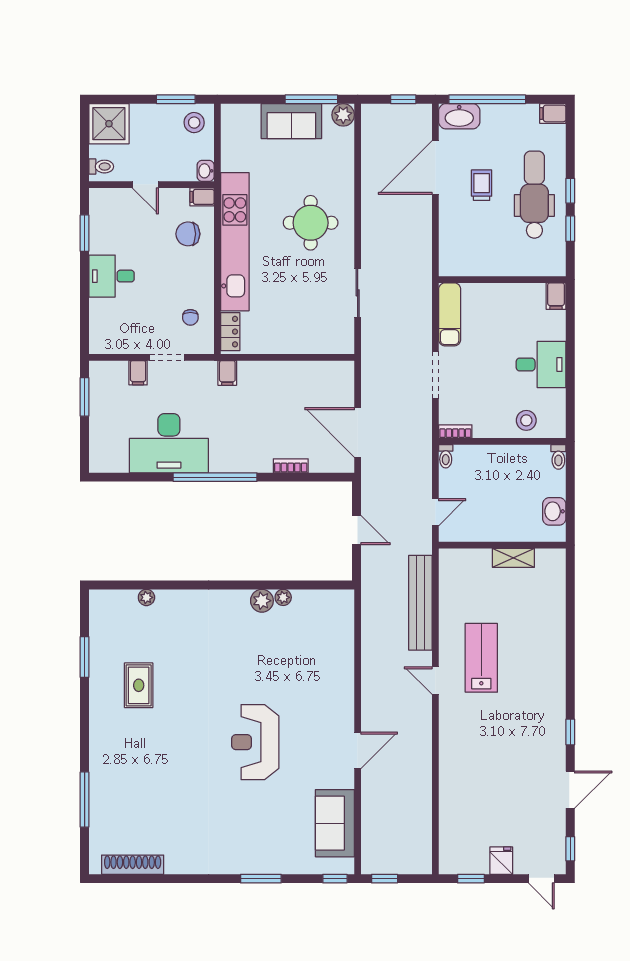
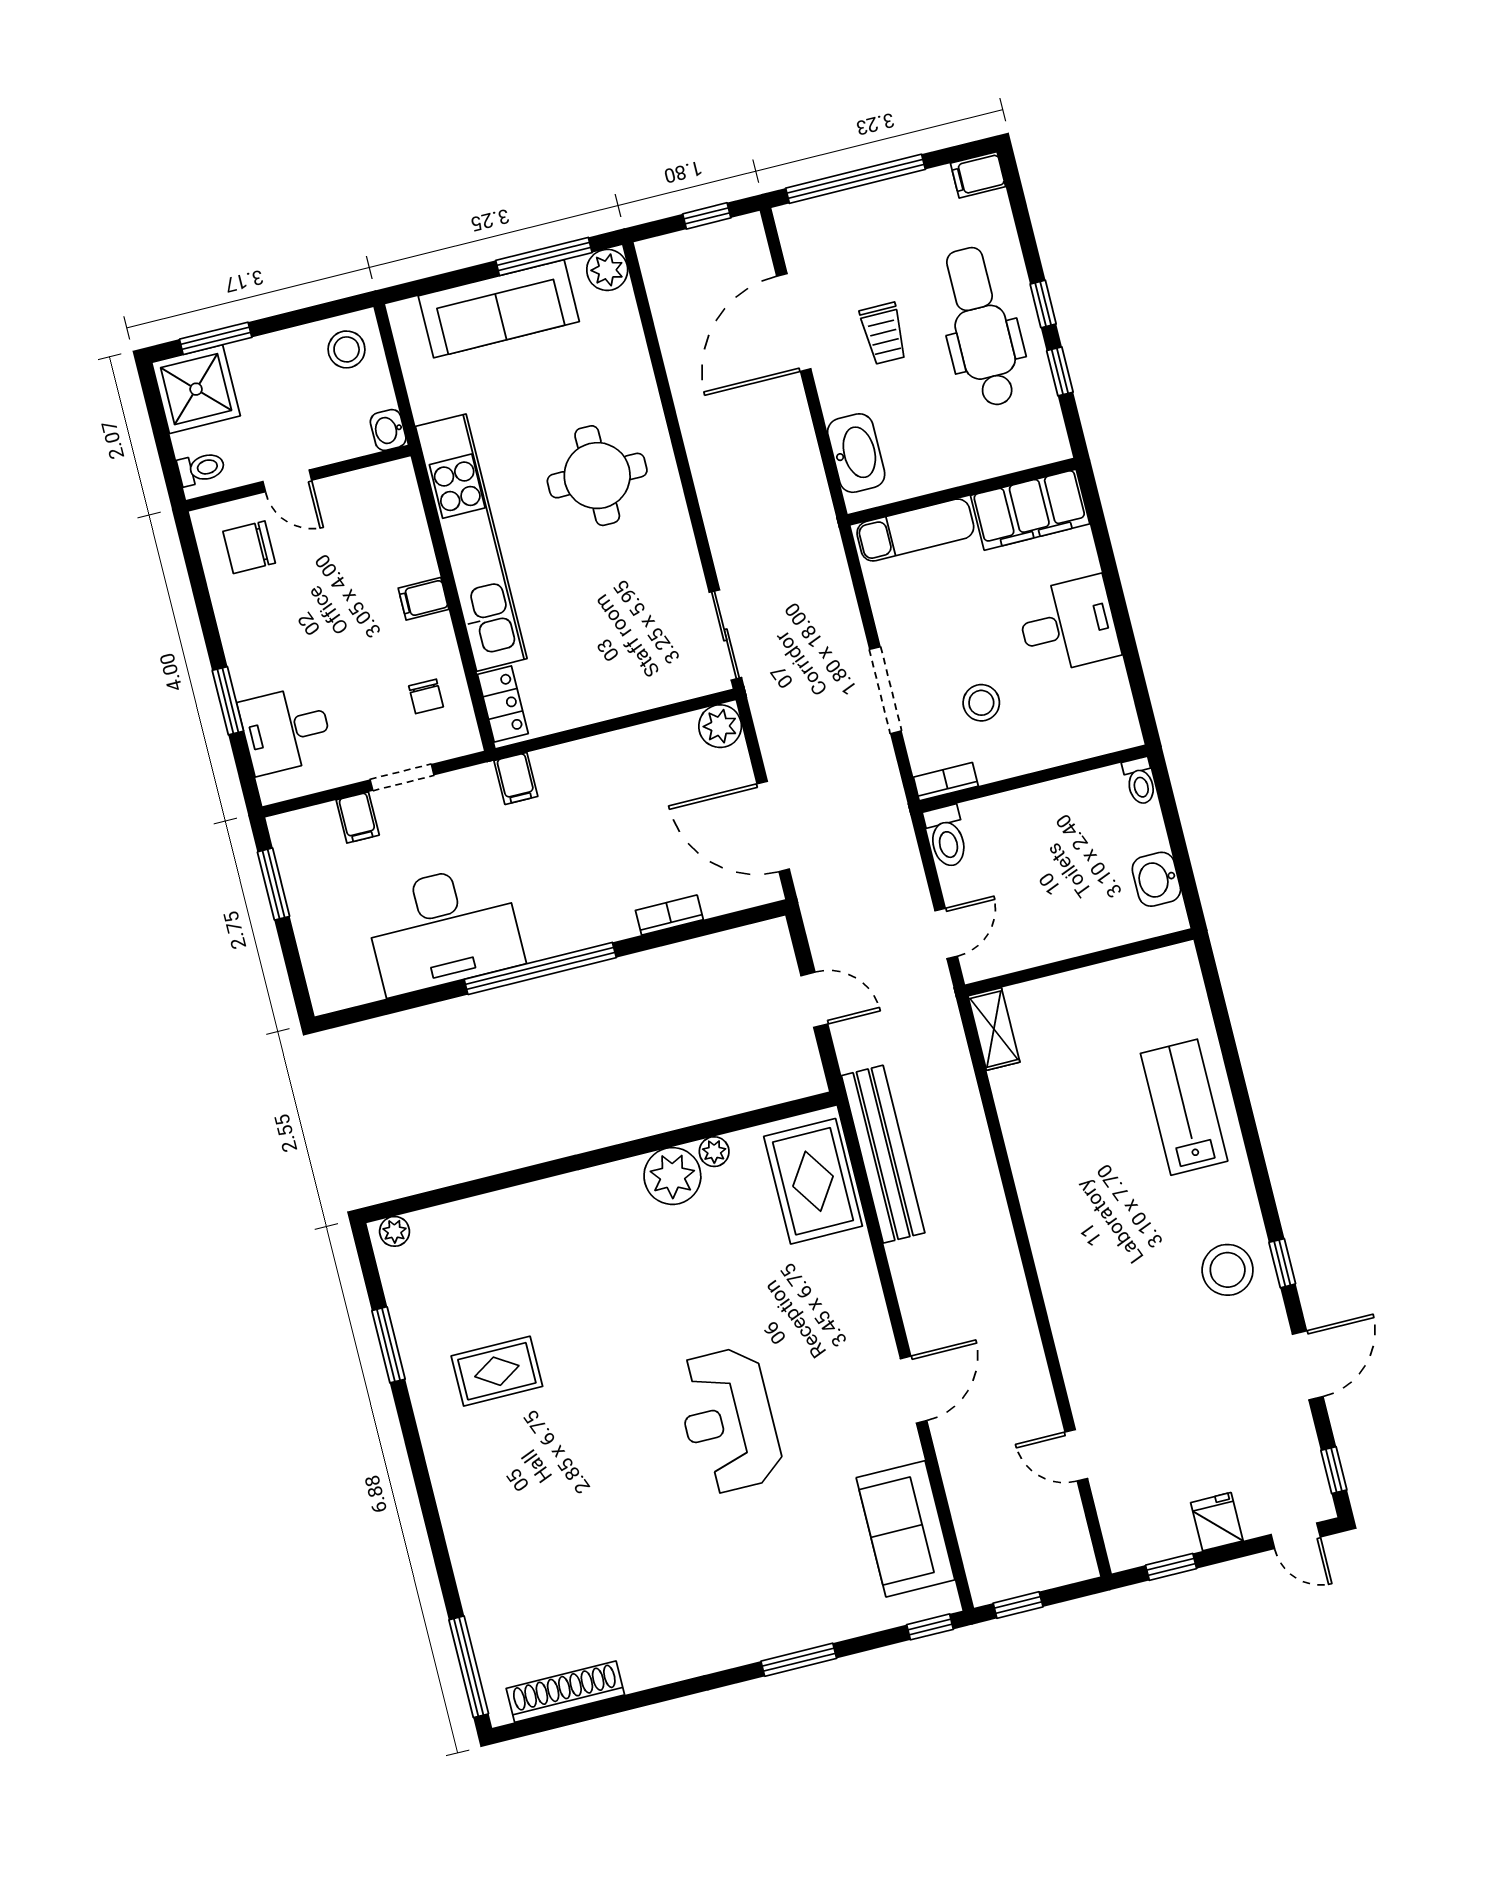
window: (176, 99) -> (216, 338), moved
washbasin: (459, 116) -> (856, 453), moved, turned -90
sofa: (291, 121) -> (499, 309), width x1.36
trolley: (482, 185) -> (884, 333), turned 180
filing cabinet: (202, 197) -> (424, 599), moved
window: (85, 233) -> (228, 701), moved
chair: (188, 234) -> (249, 547), moved
desk: (112, 276) -> (286, 730), moved
sliding door: (358, 293) -> (725, 635), moved
filing cabinet: (556, 296) -> (1030, 510), width x3.00, depth x1.17
exam couch: (450, 314) -> (915, 530), moved, turned 90
plant: (343, 372) -> (720, 726), added
stool: (526, 420) -> (981, 703), moved
toilet: (446, 456) -> (946, 837), width x1.37, depth x1.39
shelving: (513, 558) -> (994, 1029), moved, turned 90
plant: (146, 597) -> (395, 1231), moved
plant: (262, 601) -> (672, 1176), width x1.36, depth x1.36
bench: (420, 603) -> (883, 1154), moved
rug: (332, 626) -> (813, 1181), added
lab bench: (481, 658) -> (1184, 1107), moved
door: (435, 681) -> (1076, 1455), moved
rug: (139, 685) -> (497, 1371), turned 90
stool: (540, 728) -> (1228, 1270), added
window: (85, 800) -> (469, 1667), moved

